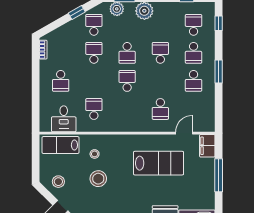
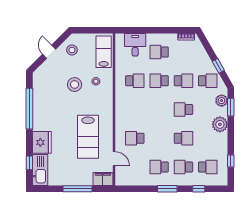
window: (219, 23) -> (199, 189), moved
school desk: (127, 81) -> (159, 81), moved, turned 180
desk: (64, 119) -> (135, 45), moved, turned 90

